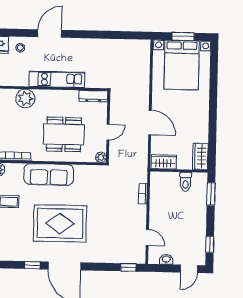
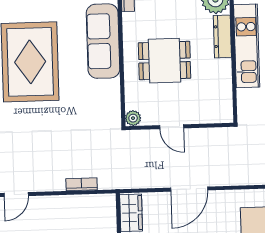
dresser: (93, 96) -> (222, 36), moved
dining table: (64, 134) -> (164, 61), width x0.73

